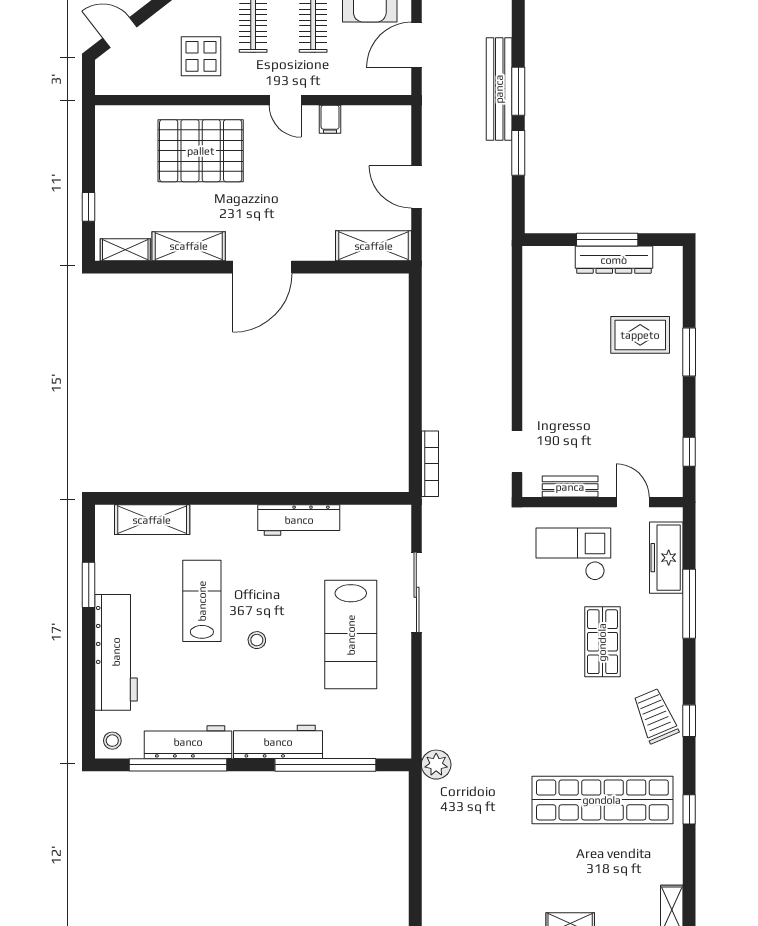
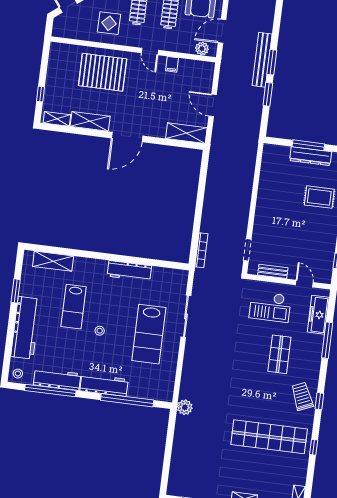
plant: (383, 82) -> (202, 49), added
checkout: (573, 554) -> (270, 307), turned 180
lab bench: (202, 601) -> (74, 307), turned 180

